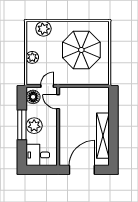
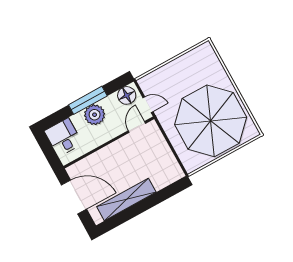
plant: (43, 29) -> (211, 64), removed
parasol: (81, 50) -> (211, 121), width x1.36, depth x1.36
plant: (32, 57) -> (171, 70), removed

